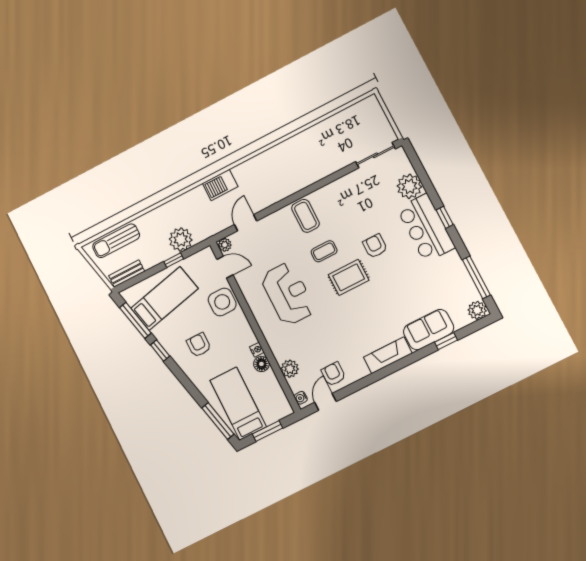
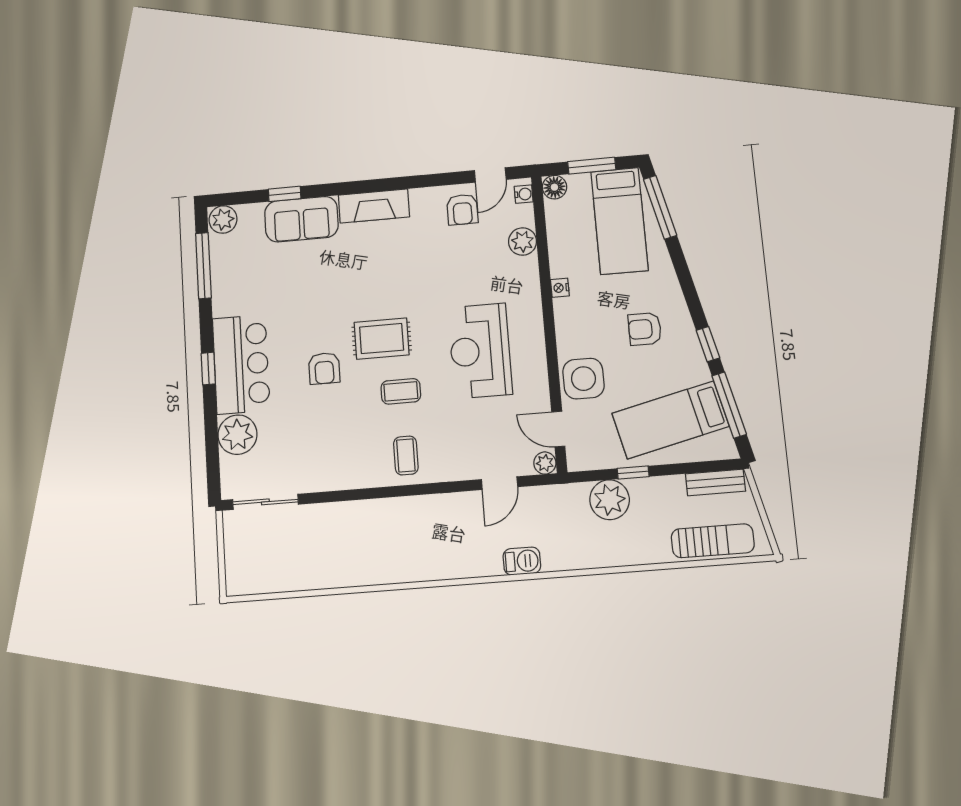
barbecue: (220, 185) -> (522, 561), width x0.73, depth x0.79
coffee table: (305, 216) -> (406, 455), width x0.73, depth x0.77
armchair: (199, 345) -> (645, 329), turned 90
floor lamp: (261, 364) -> (554, 187), moved

